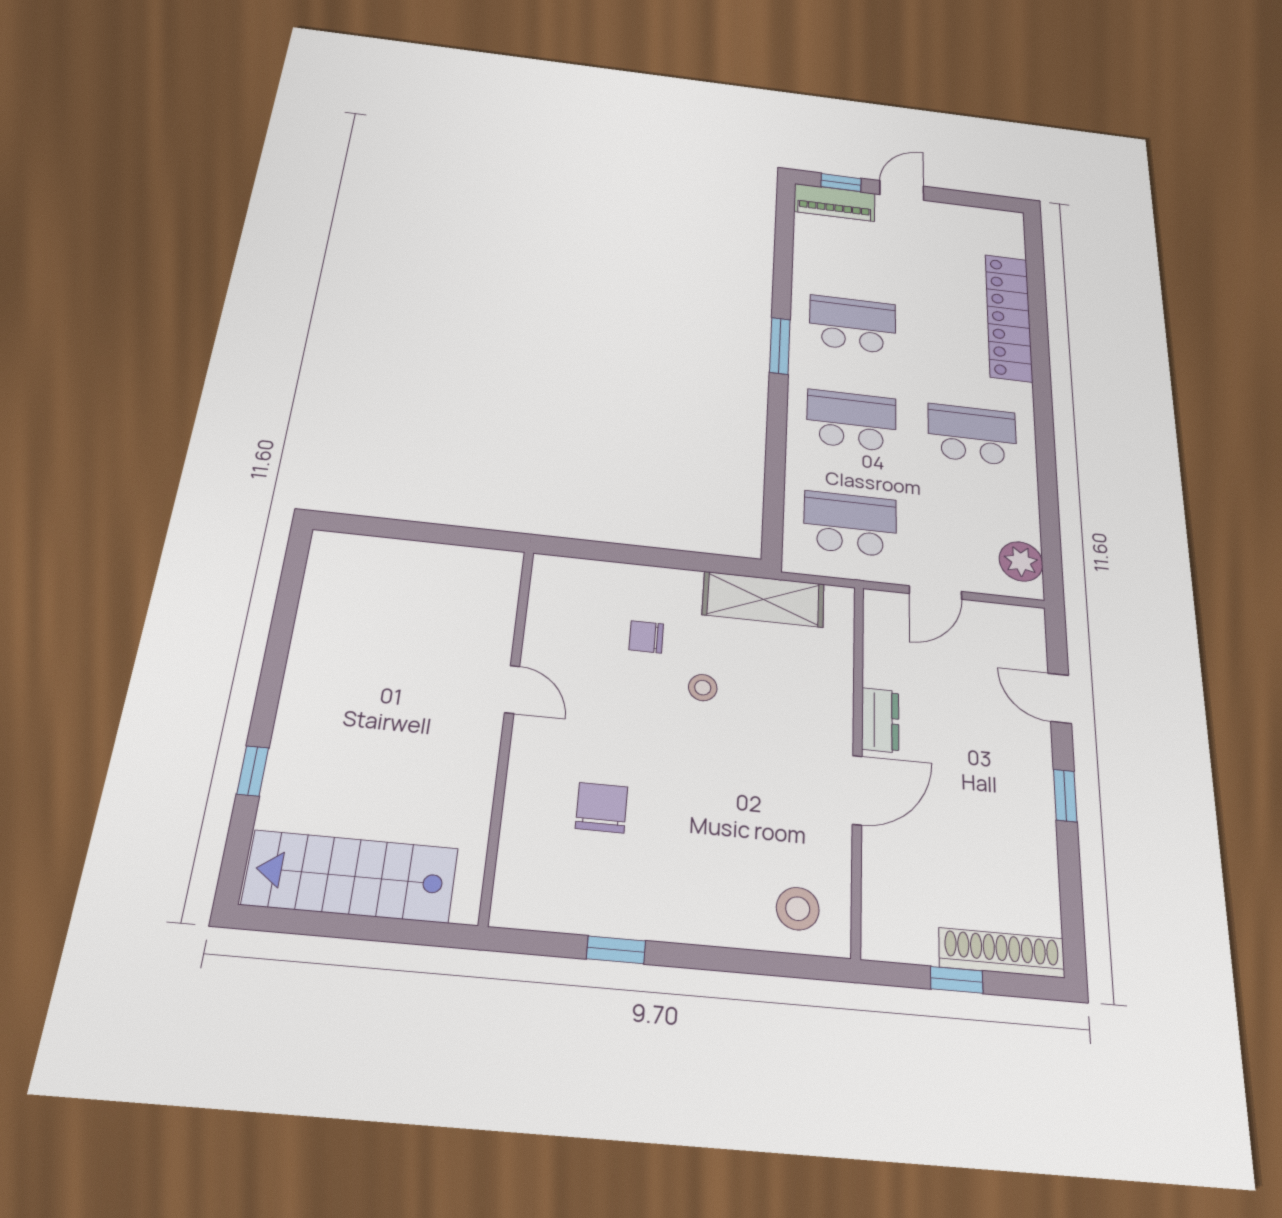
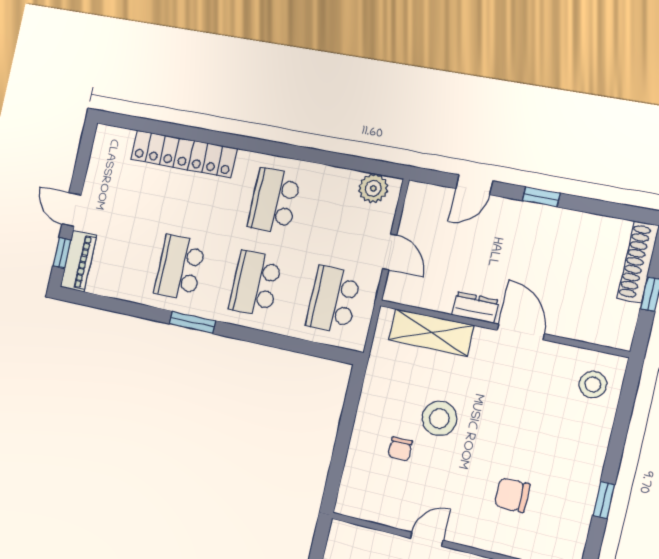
shelving: (763, 599) -> (431, 333), moved, turned 90
stool: (703, 688) -> (439, 418), width x1.89, depth x1.89

